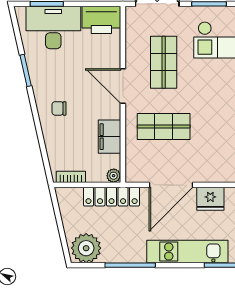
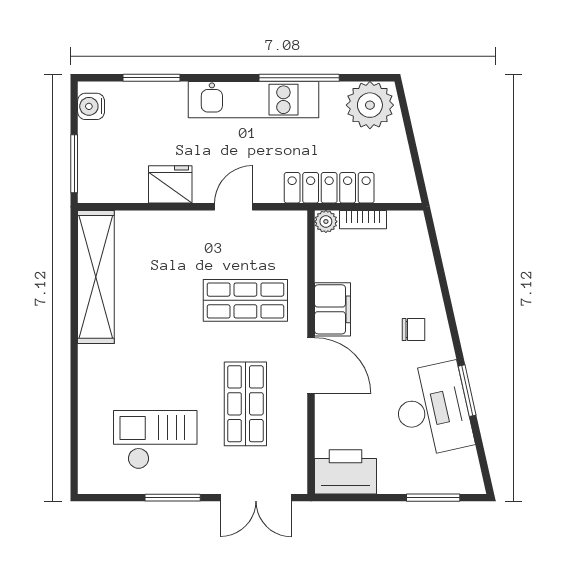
desk: (53, 27) -> (432, 410), moved, turned -103
filing cabinet: (109, 137) -> (333, 309), moved
bookcase: (71, 177) -> (363, 220), moved
door: (171, 185) -> (234, 207), width x0.53
kitchen unit: (187, 252) -> (254, 100), moved

